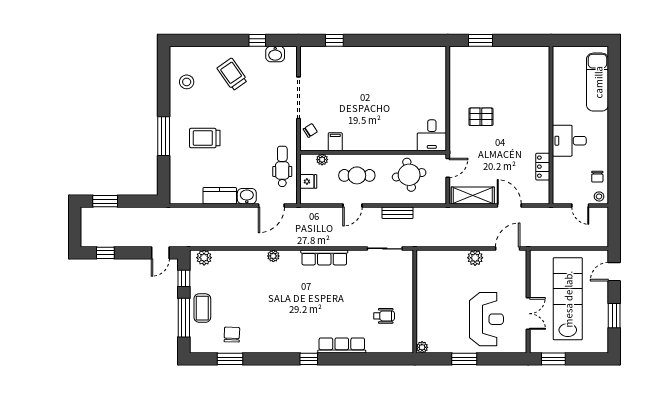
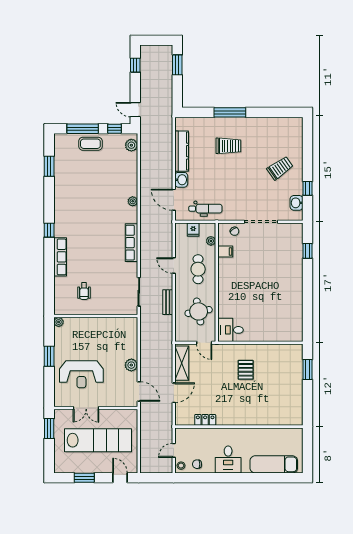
stool: (187, 82) -> (274, 131), removed
trolley: (205, 138) -> (228, 146), turned 90
desk: (569, 141) -> (228, 460), moved, turned 180
kitchen counter: (220, 196) -> (182, 151), width x1.50
chair: (232, 335) -> (69, 168), removed

